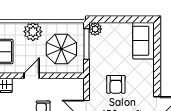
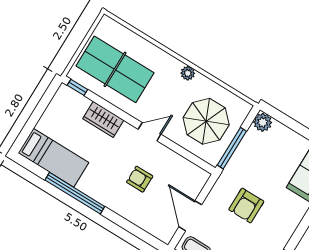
plant: (33, 32) -> (188, 73), width x0.53, depth x0.53
window: (86, 44) -> (232, 148), moved

